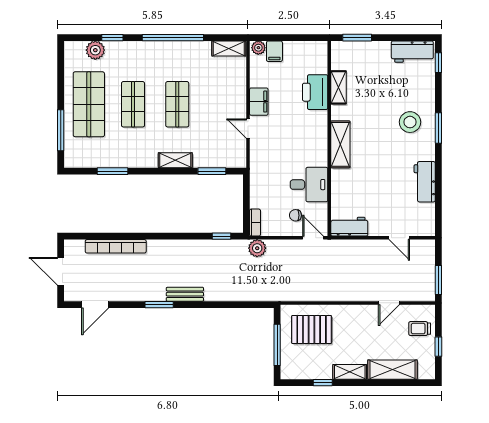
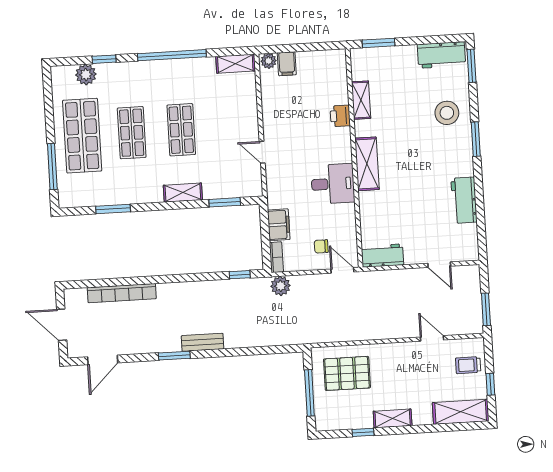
window: (438, 63) -> (471, 66), width x1.50
printer: (315, 92) -> (340, 116), width x0.53, depth x0.68
filing cabinet: (259, 102) -> (279, 225), moved
stool: (410, 122) -> (447, 113), moved
desk: (309, 185) -> (333, 184), moved
door: (389, 303) -> (432, 338), swing flipped
shelving: (392, 370) -> (461, 412), moved

